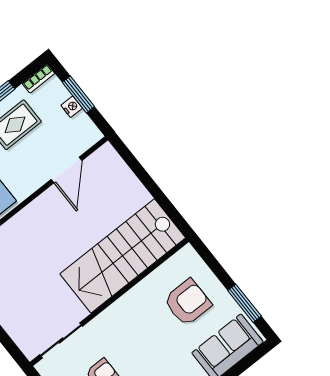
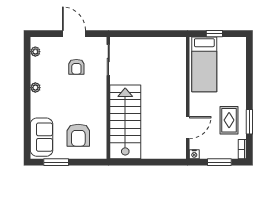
nightstand: (72, 107) -> (194, 154), moved
door: (66, 170) -> (188, 128), swing flipped

